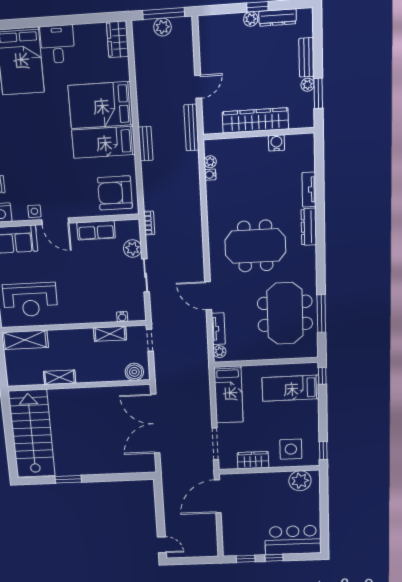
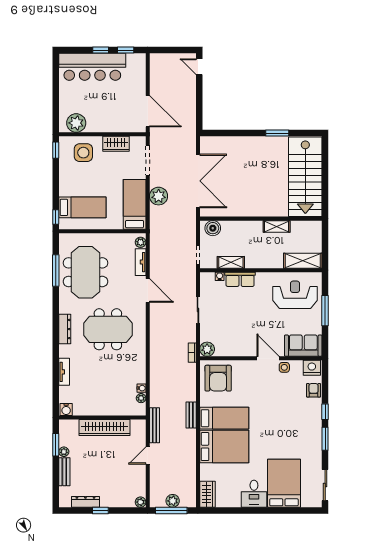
plant: (251, 19) -> (141, 502), moved
water cooler: (276, 143) -> (66, 409), moved
armchair: (115, 193) -> (218, 378), turned 90
dresser: (309, 227) -> (65, 329), moved
row of seats: (96, 230) -> (240, 279), moved, turned 180
plant: (133, 248) -> (207, 349), moved
plant: (201, 405) -> (159, 196), added
door: (218, 496) -> (148, 111), hinge flipped
bar counter: (293, 540) -> (92, 67), width x1.36

